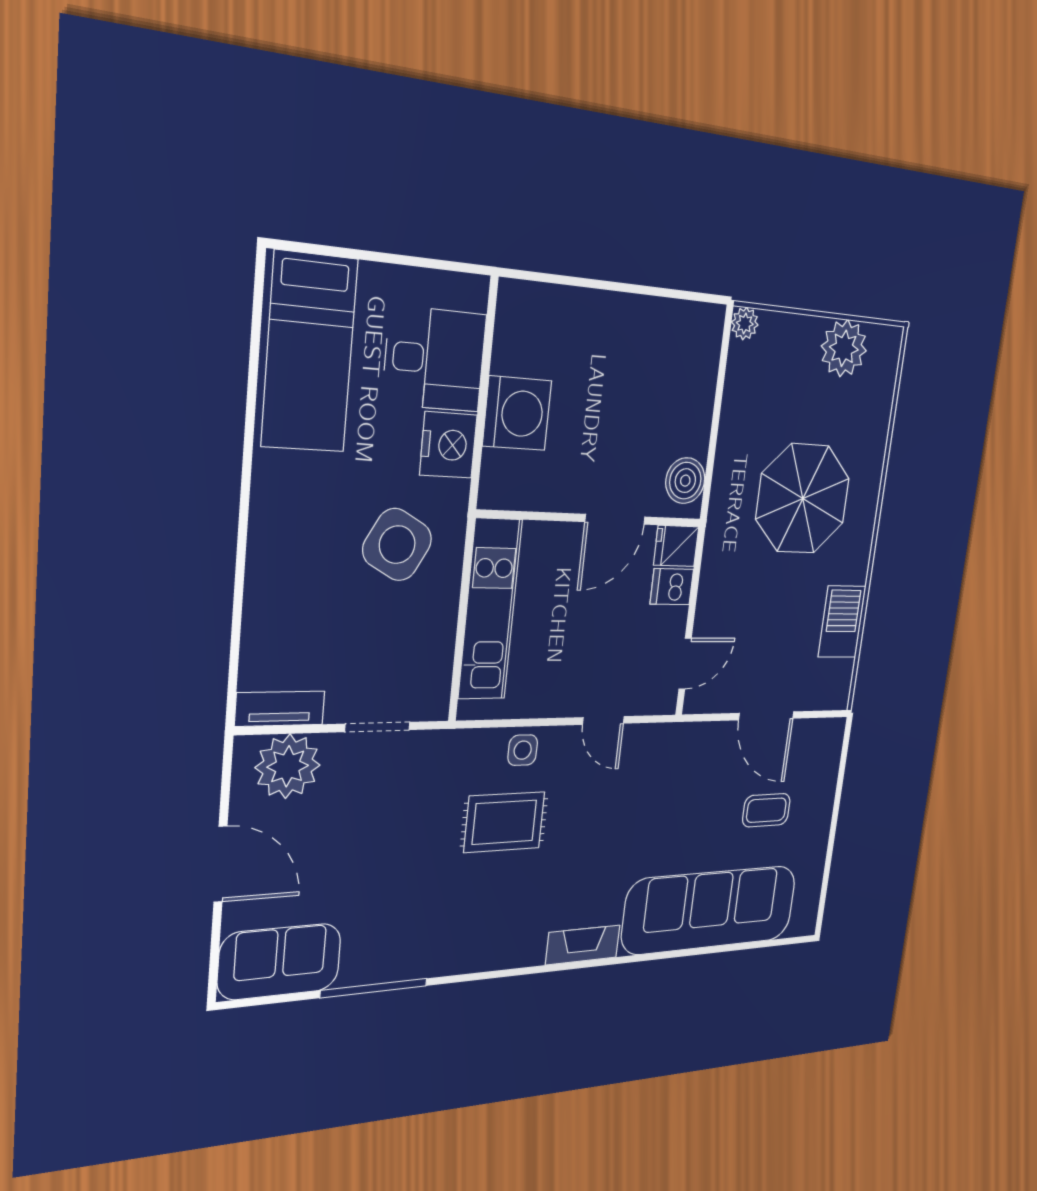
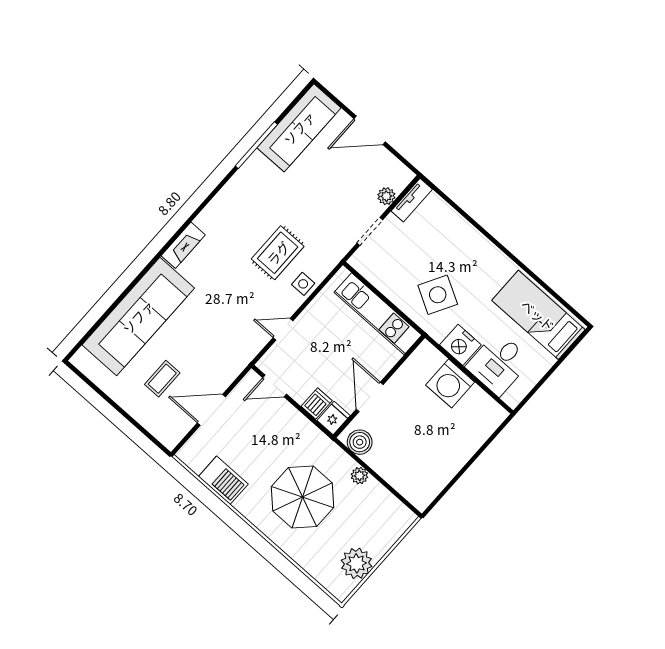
plant: (745, 324) -> (359, 476), moved
door: (685, 664) -> (275, 386), hinge flipped
plant: (288, 766) -> (386, 196), width x0.53, depth x0.53
sofa: (280, 962) -> (299, 128), width x1.36

